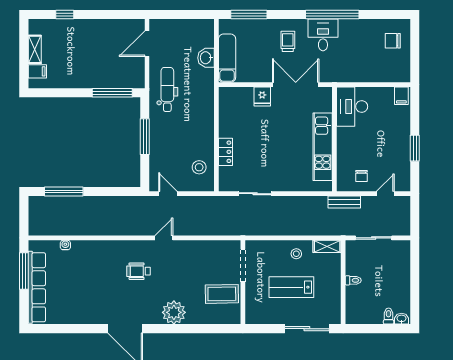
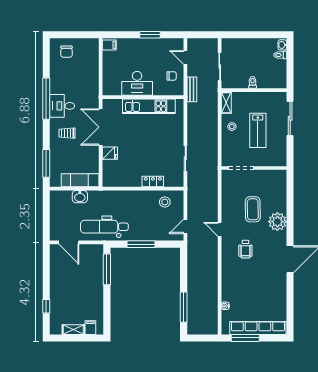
dental chair: (167, 89) -> (104, 227), width x1.36, depth x1.38
desk: (352, 107) -> (137, 83), moved
coffee table: (222, 294) -> (253, 209), moved

